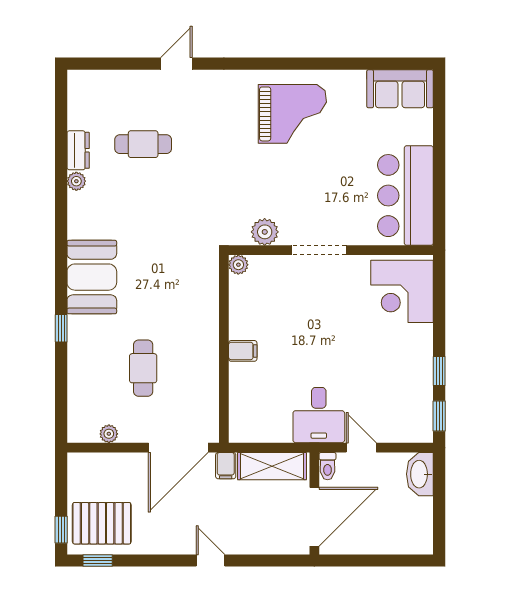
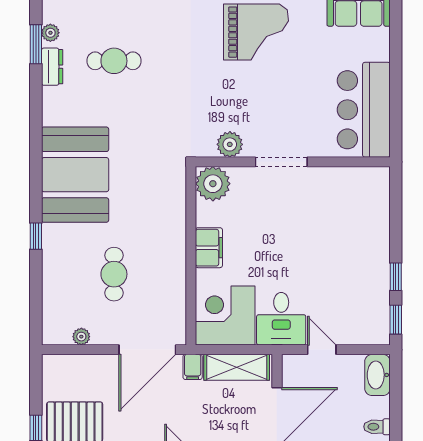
window: (61, 127) -> (36, 44), added
plant: (76, 181) -> (50, 33), moved
plant: (238, 265) -> (213, 184), width x1.87, depth x1.87
booth: (92, 277) -> (75, 175), width x1.36, depth x1.42
corner desk: (402, 291) -> (225, 315), moved, turned 90
filing cabinet: (243, 351) -> (209, 248), width x2.00
toilet: (328, 466) -> (377, 427), moved, turned 90

